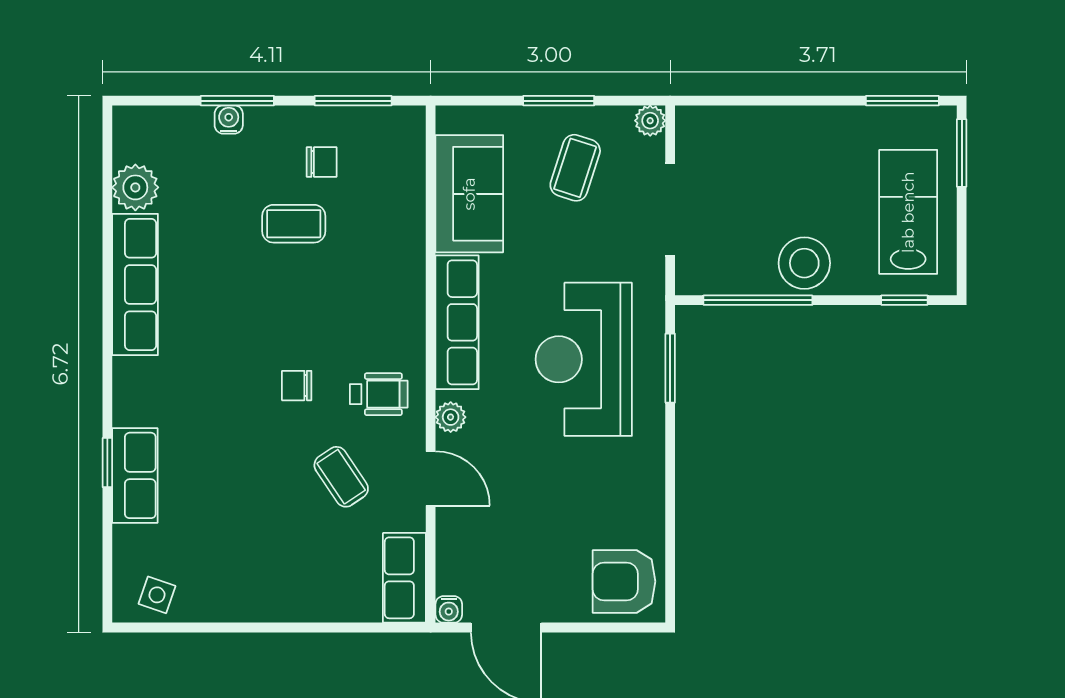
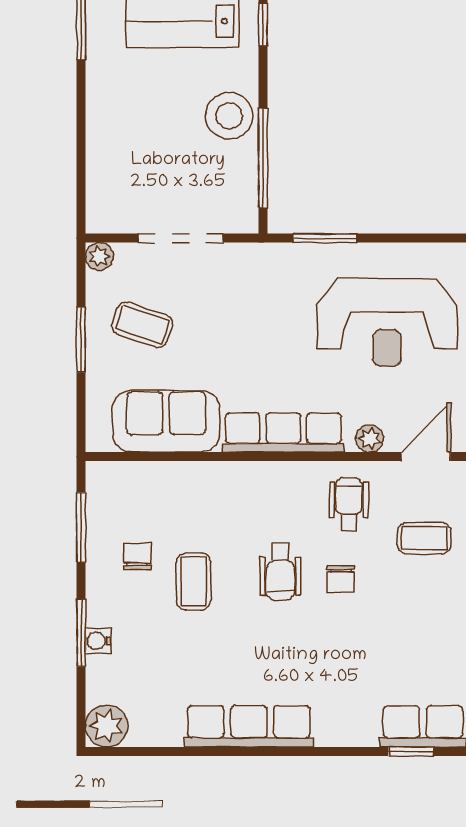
plant: (135, 187) -> (107, 726), moved
wheelchair: (304, 319) -> (280, 572), added
reception desk: (584, 359) -> (387, 322), moved
coffee table: (341, 477) -> (424, 538), turned 34

